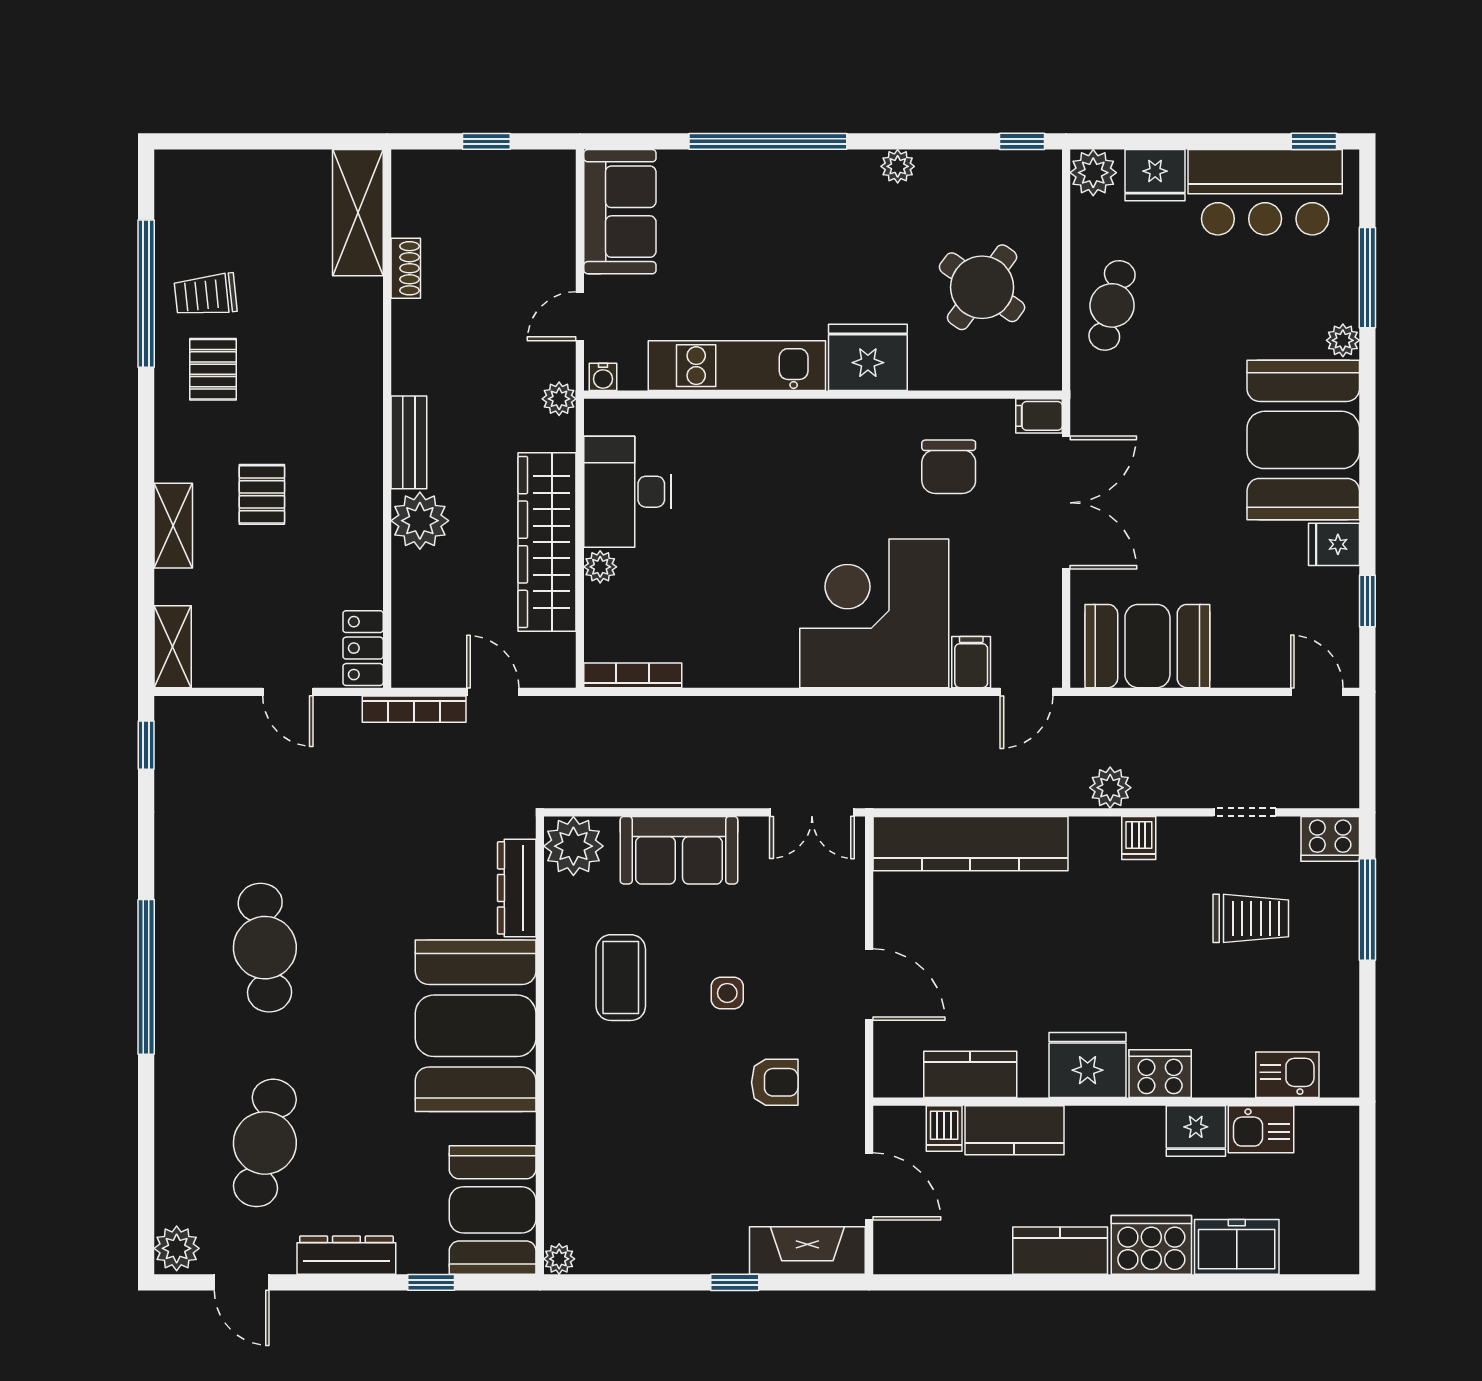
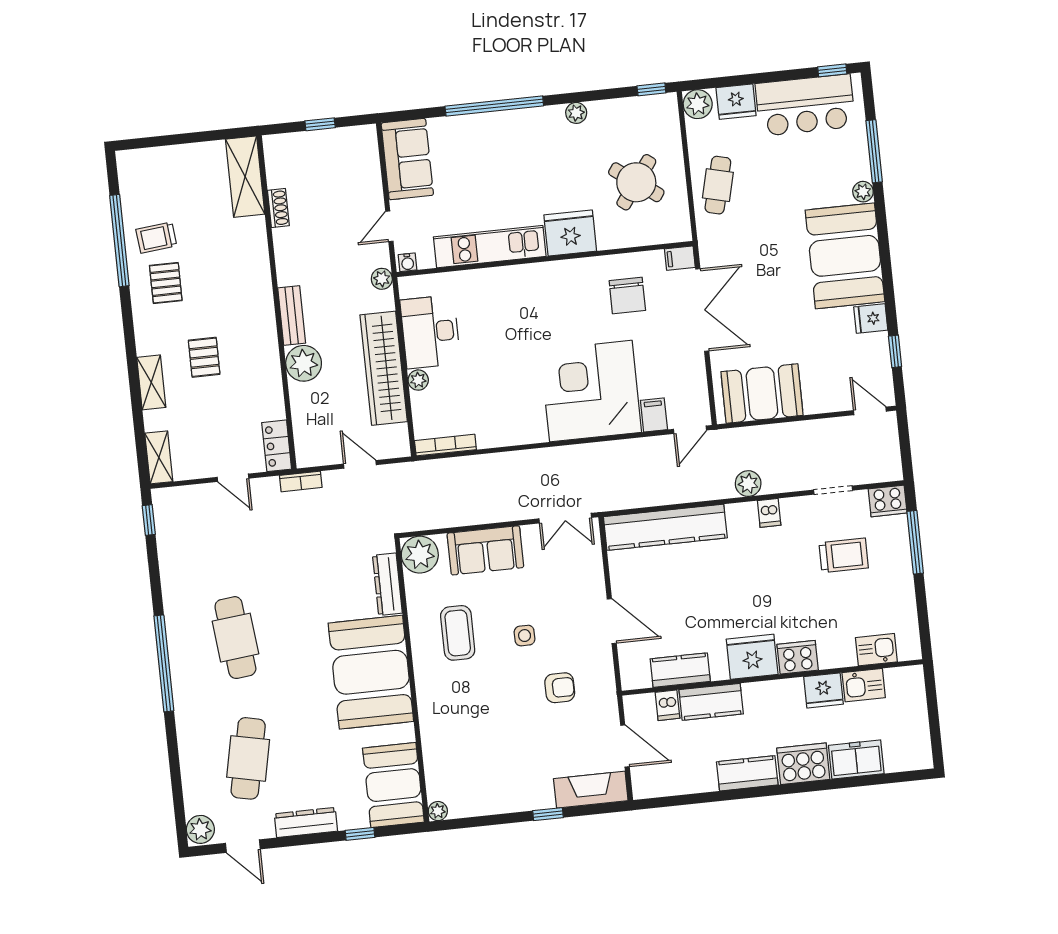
bookcase: (414, 709) -> (301, 481), width x0.64

